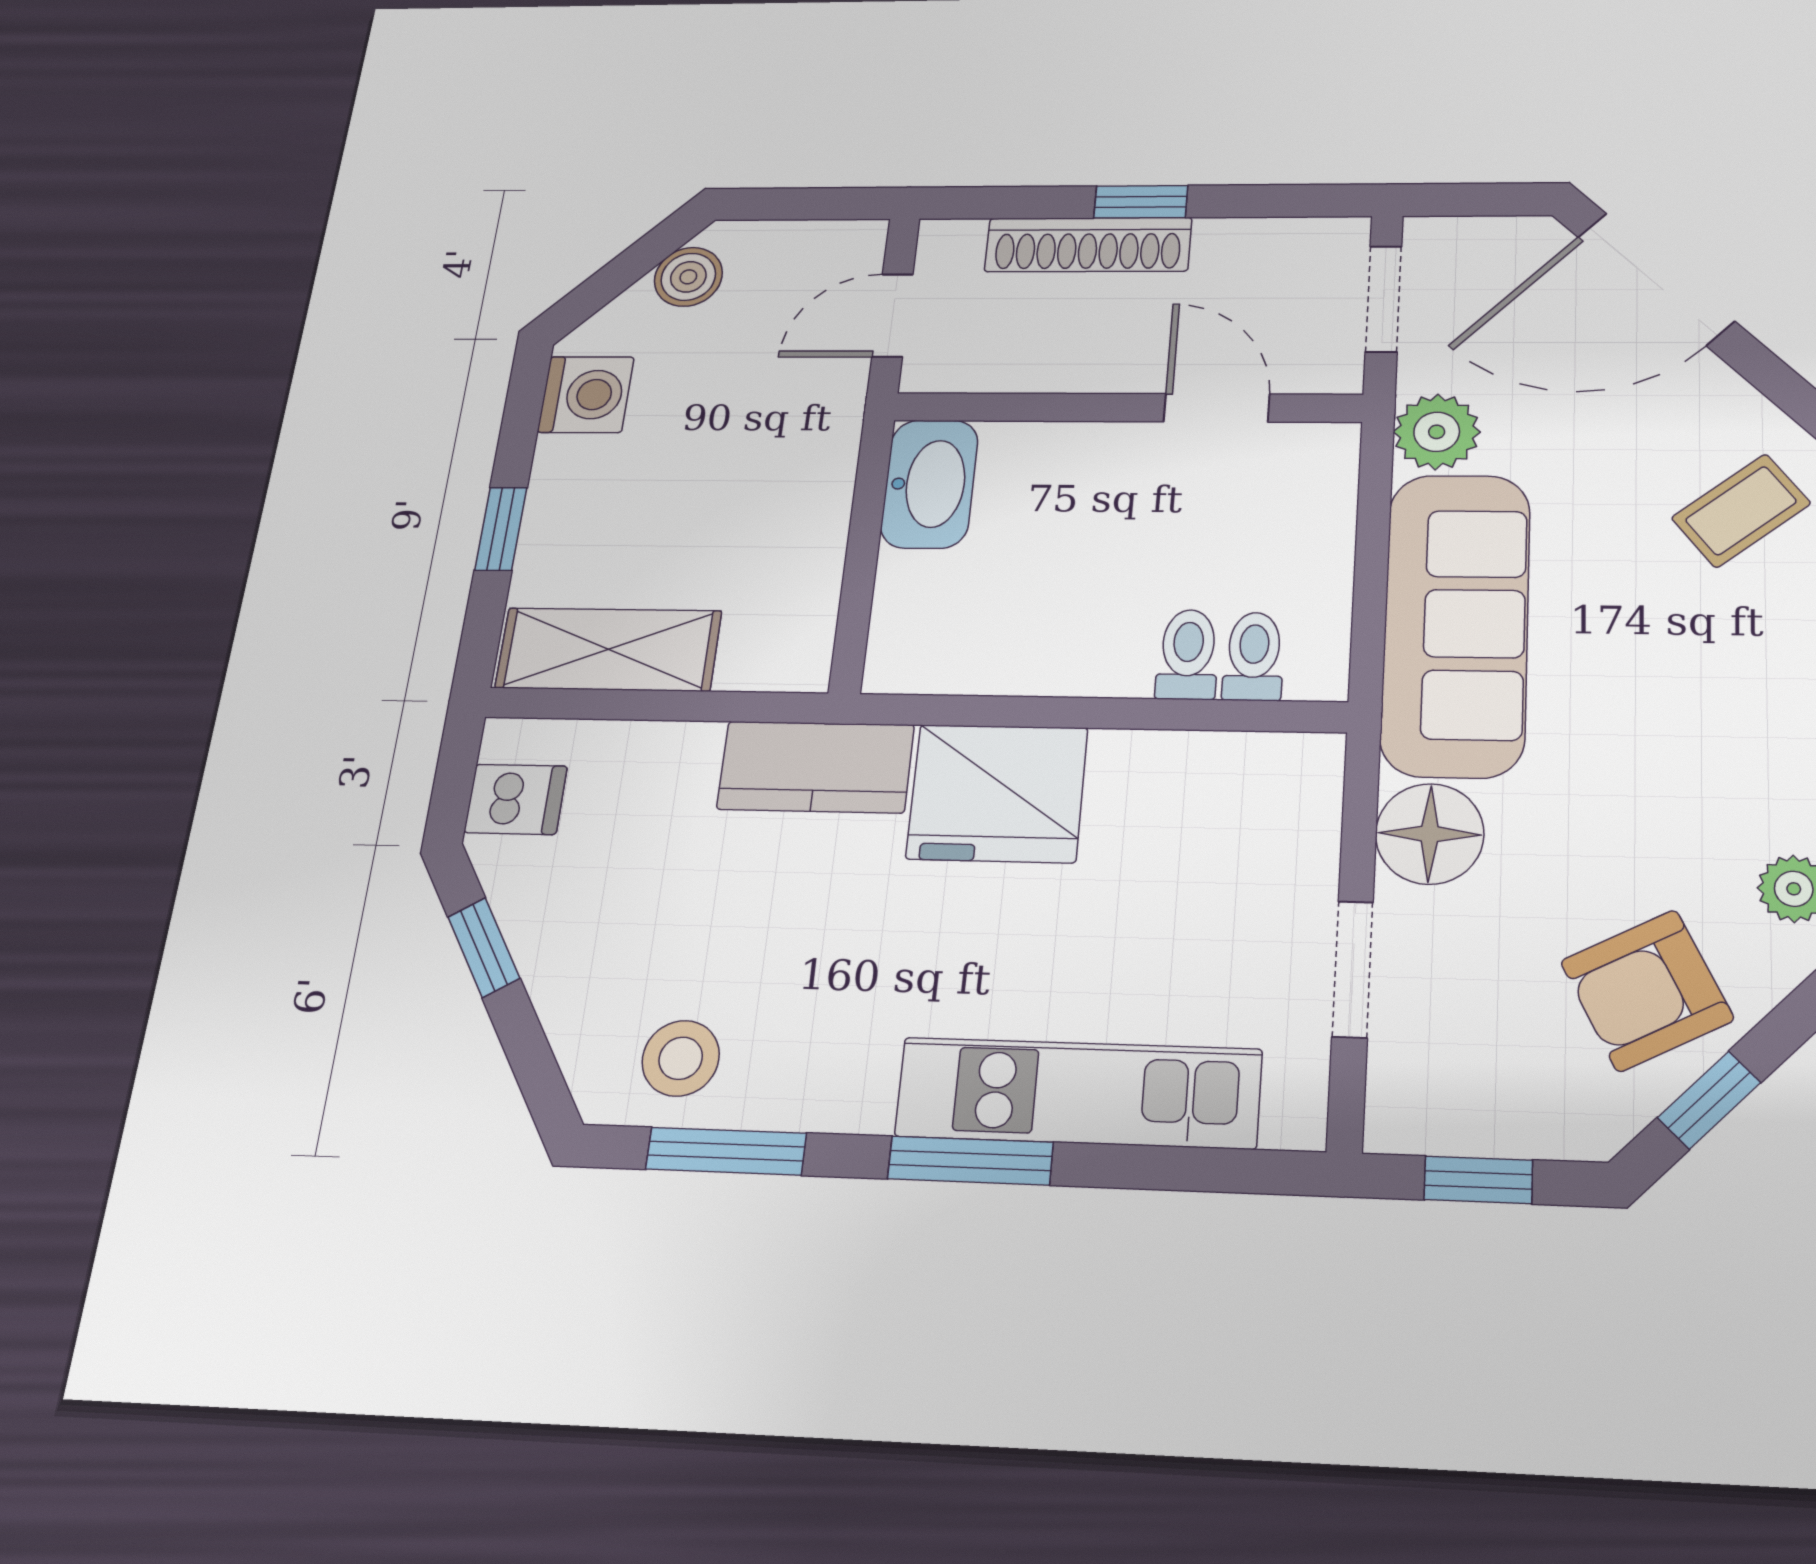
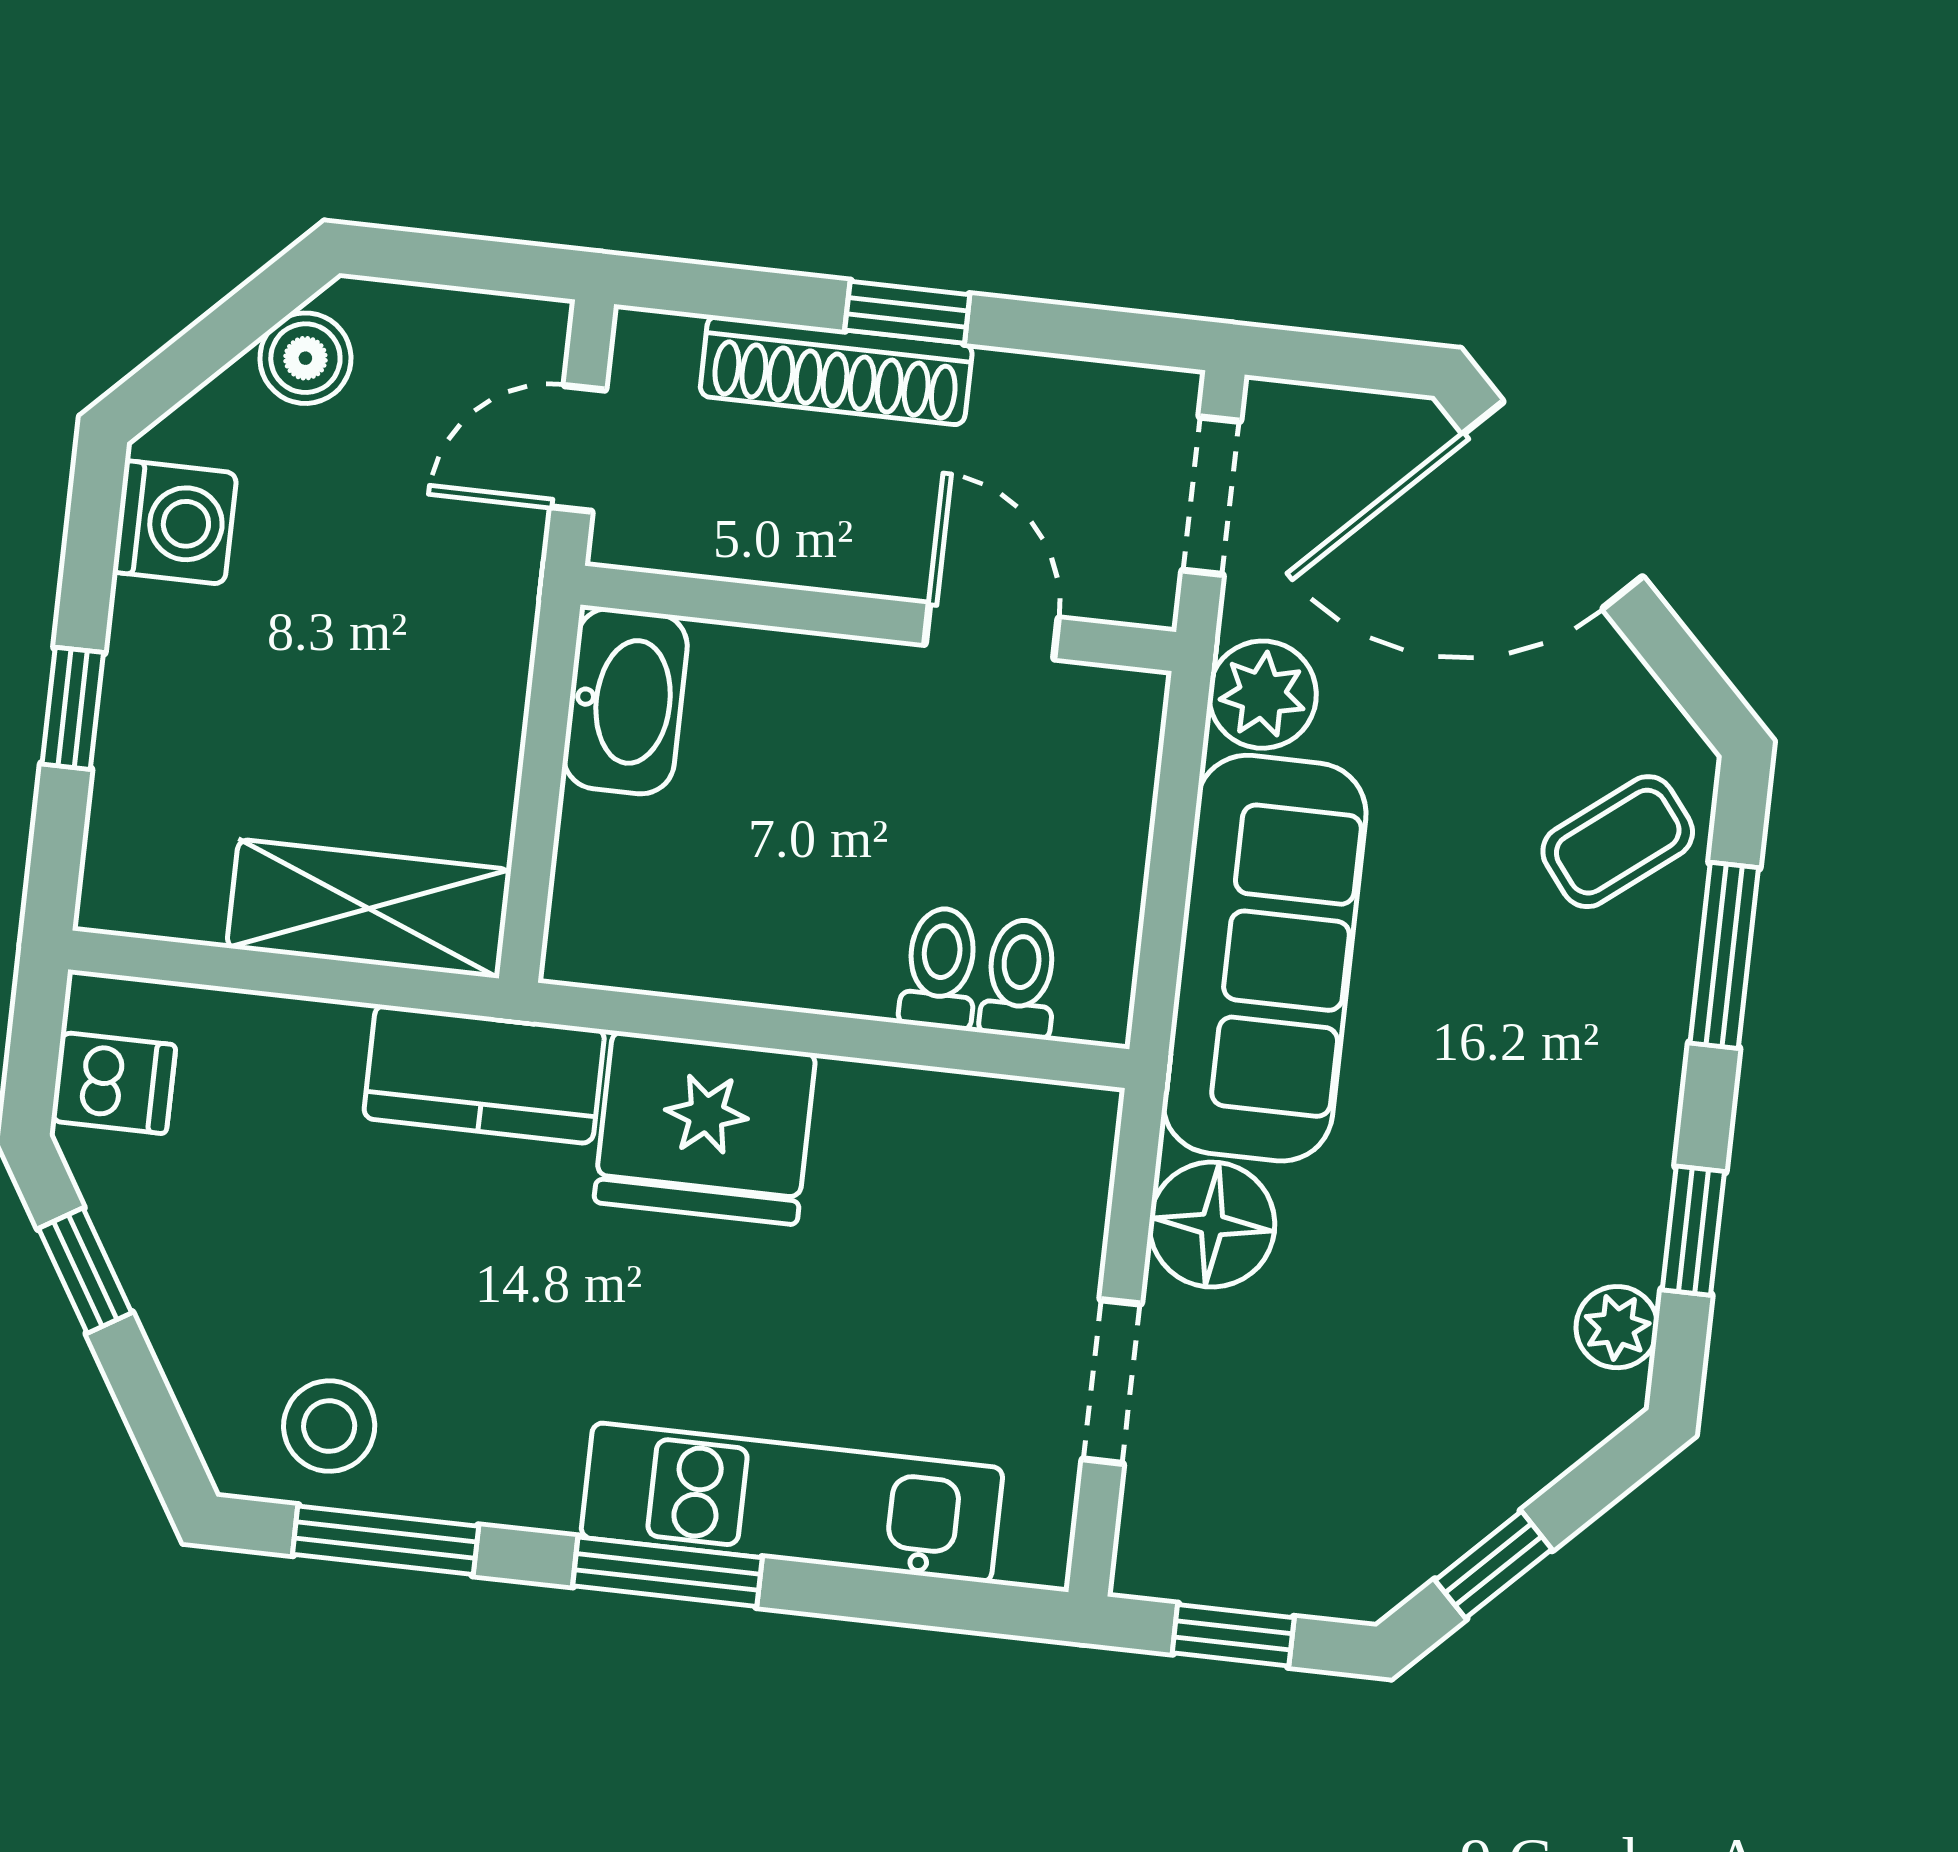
shelving: (608, 649) -> (369, 909), moved
armchair: (1647, 990) -> (1440, 1433), removed

